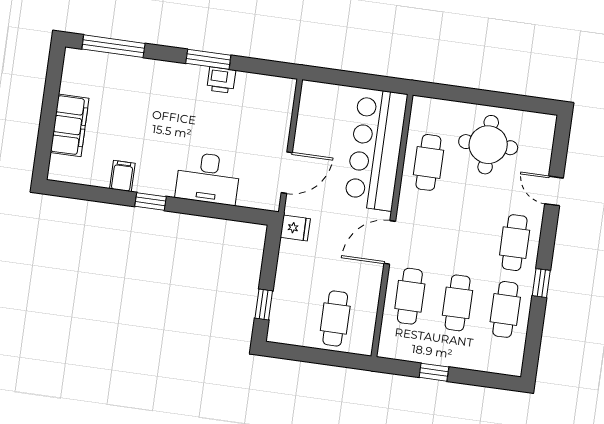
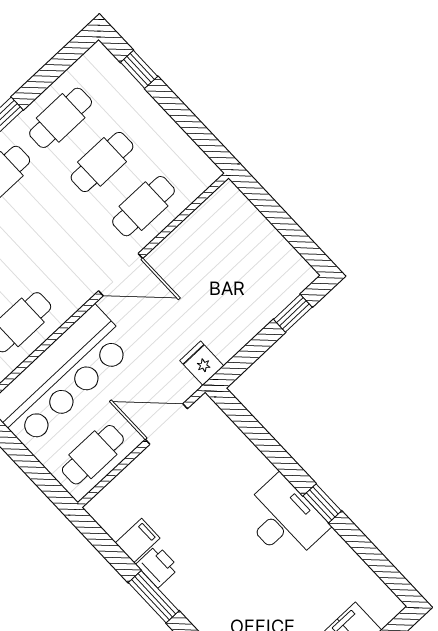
filing cabinet: (122, 176) -> (138, 540), moved, turned 180
desk: (208, 178) -> (284, 519), moved
cafe table: (335, 318) -> (93, 455), moved
window: (434, 372) -> (139, 69), moved

